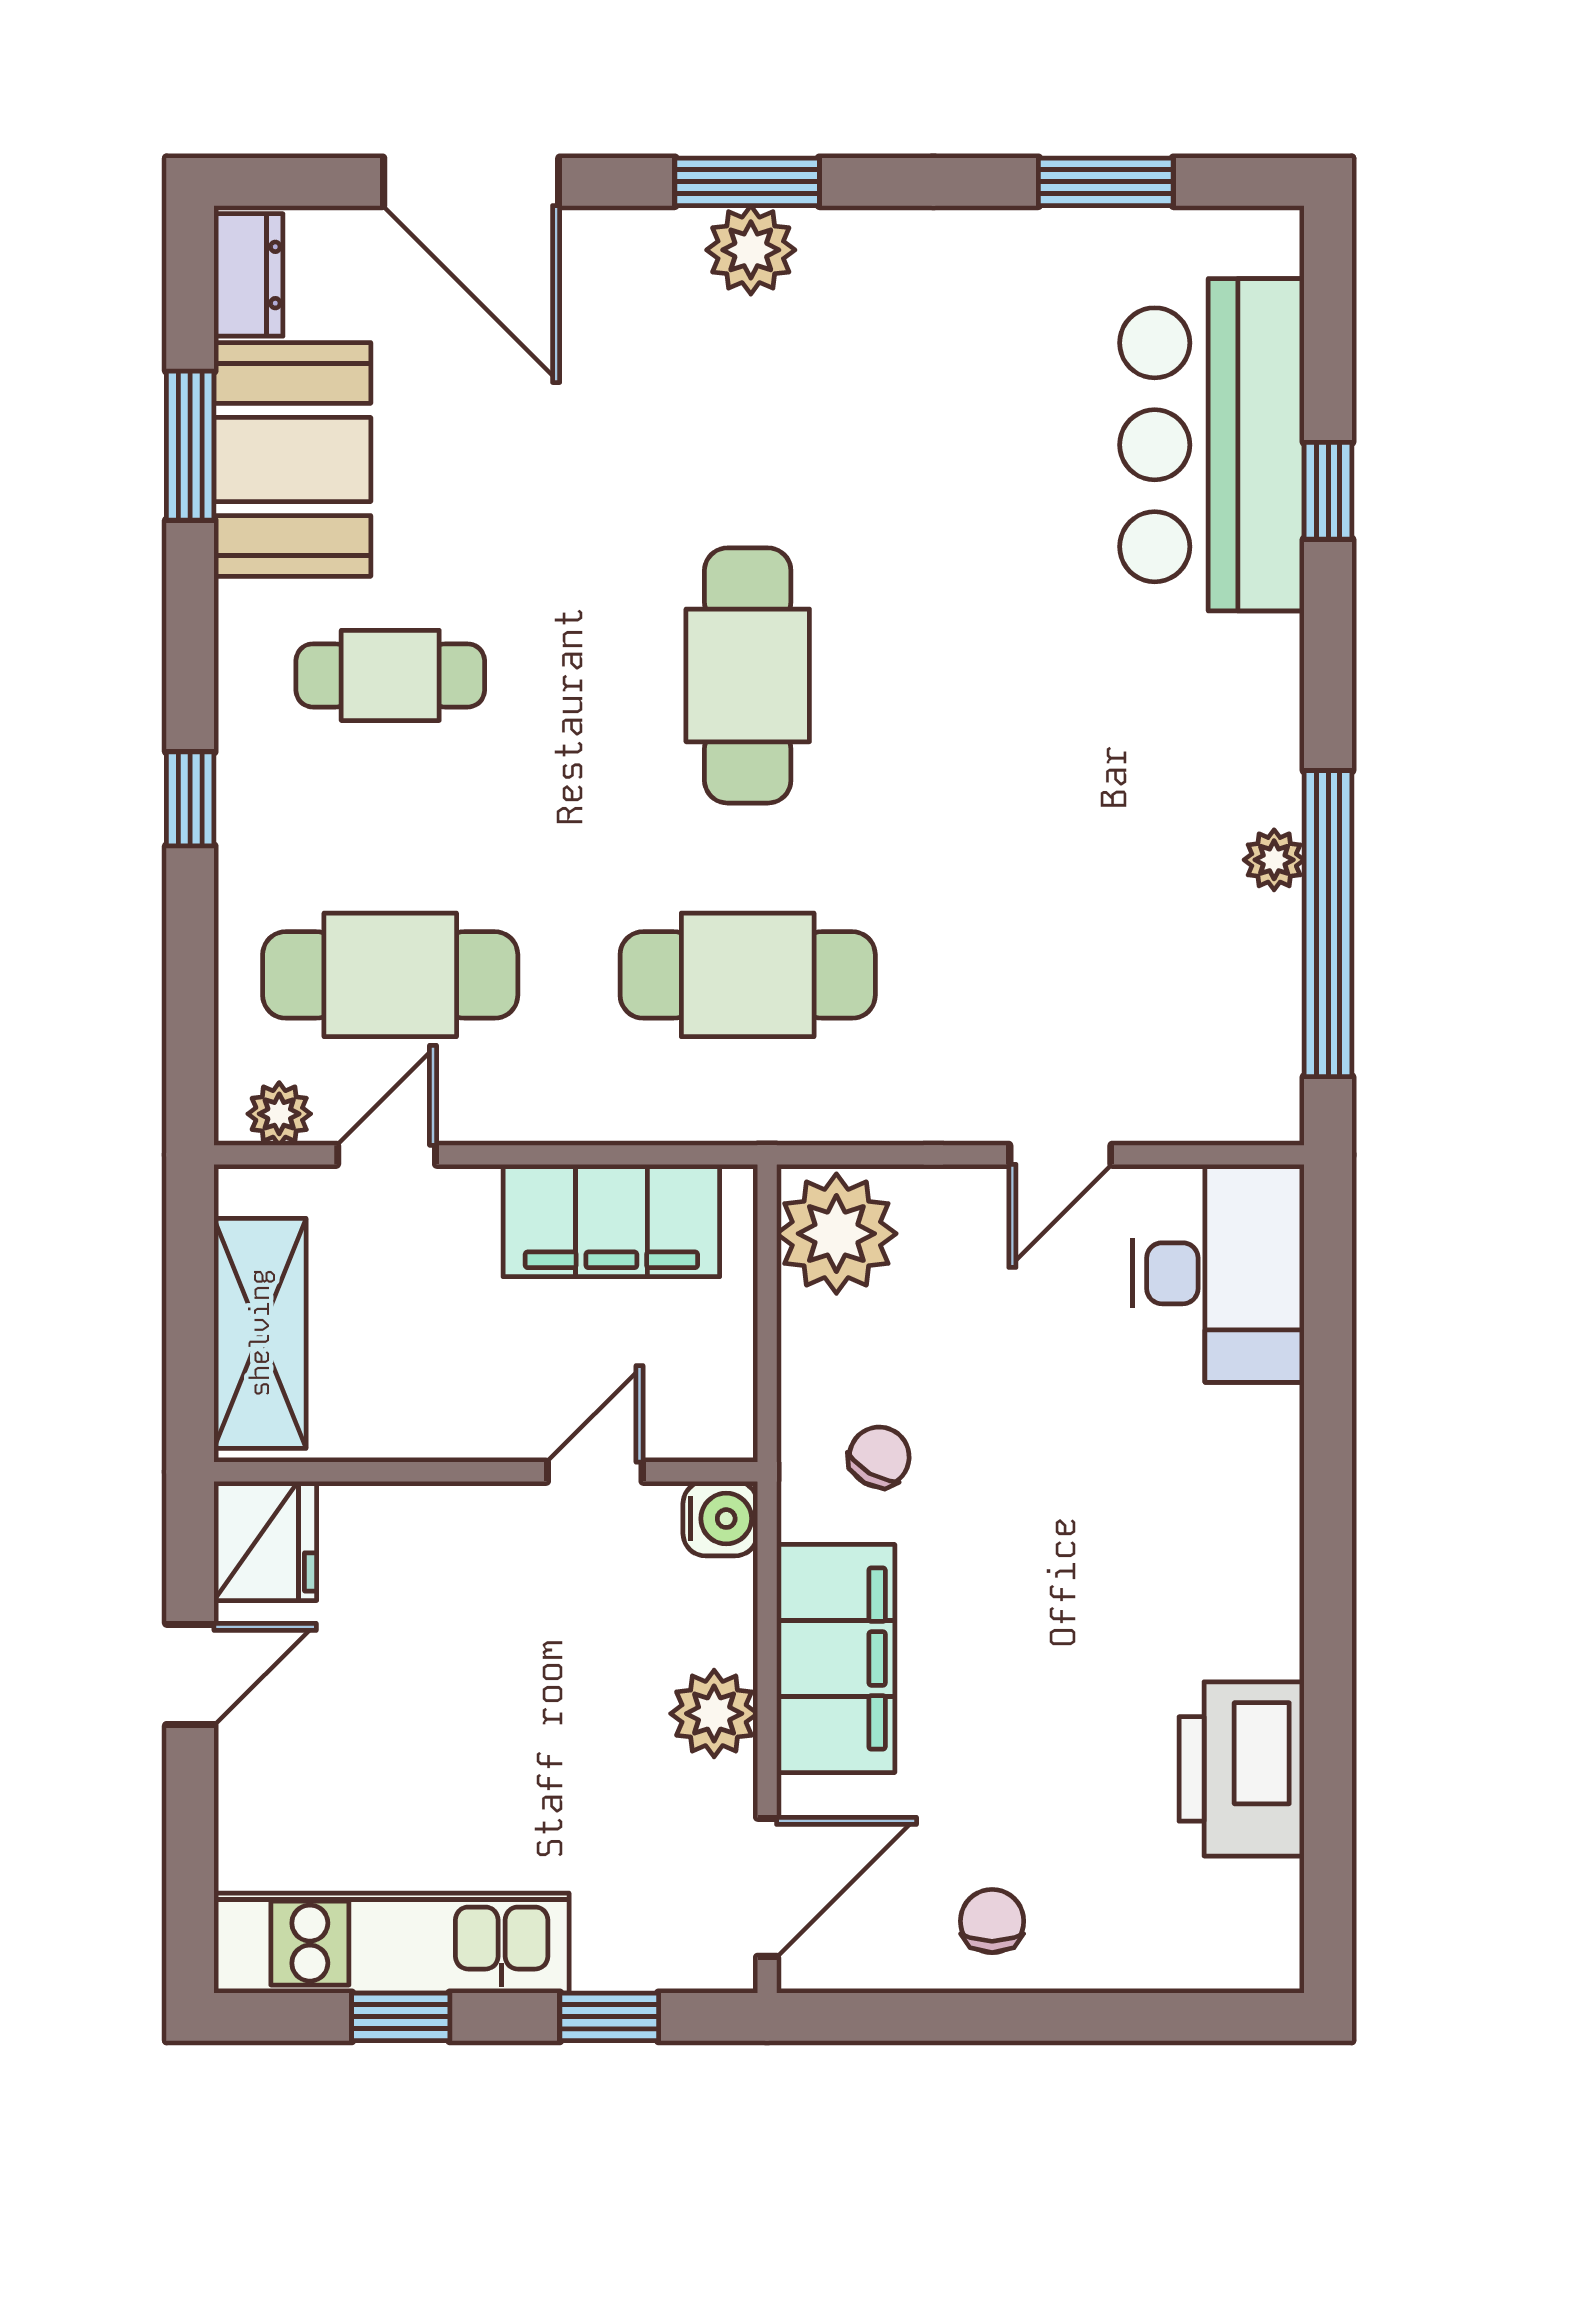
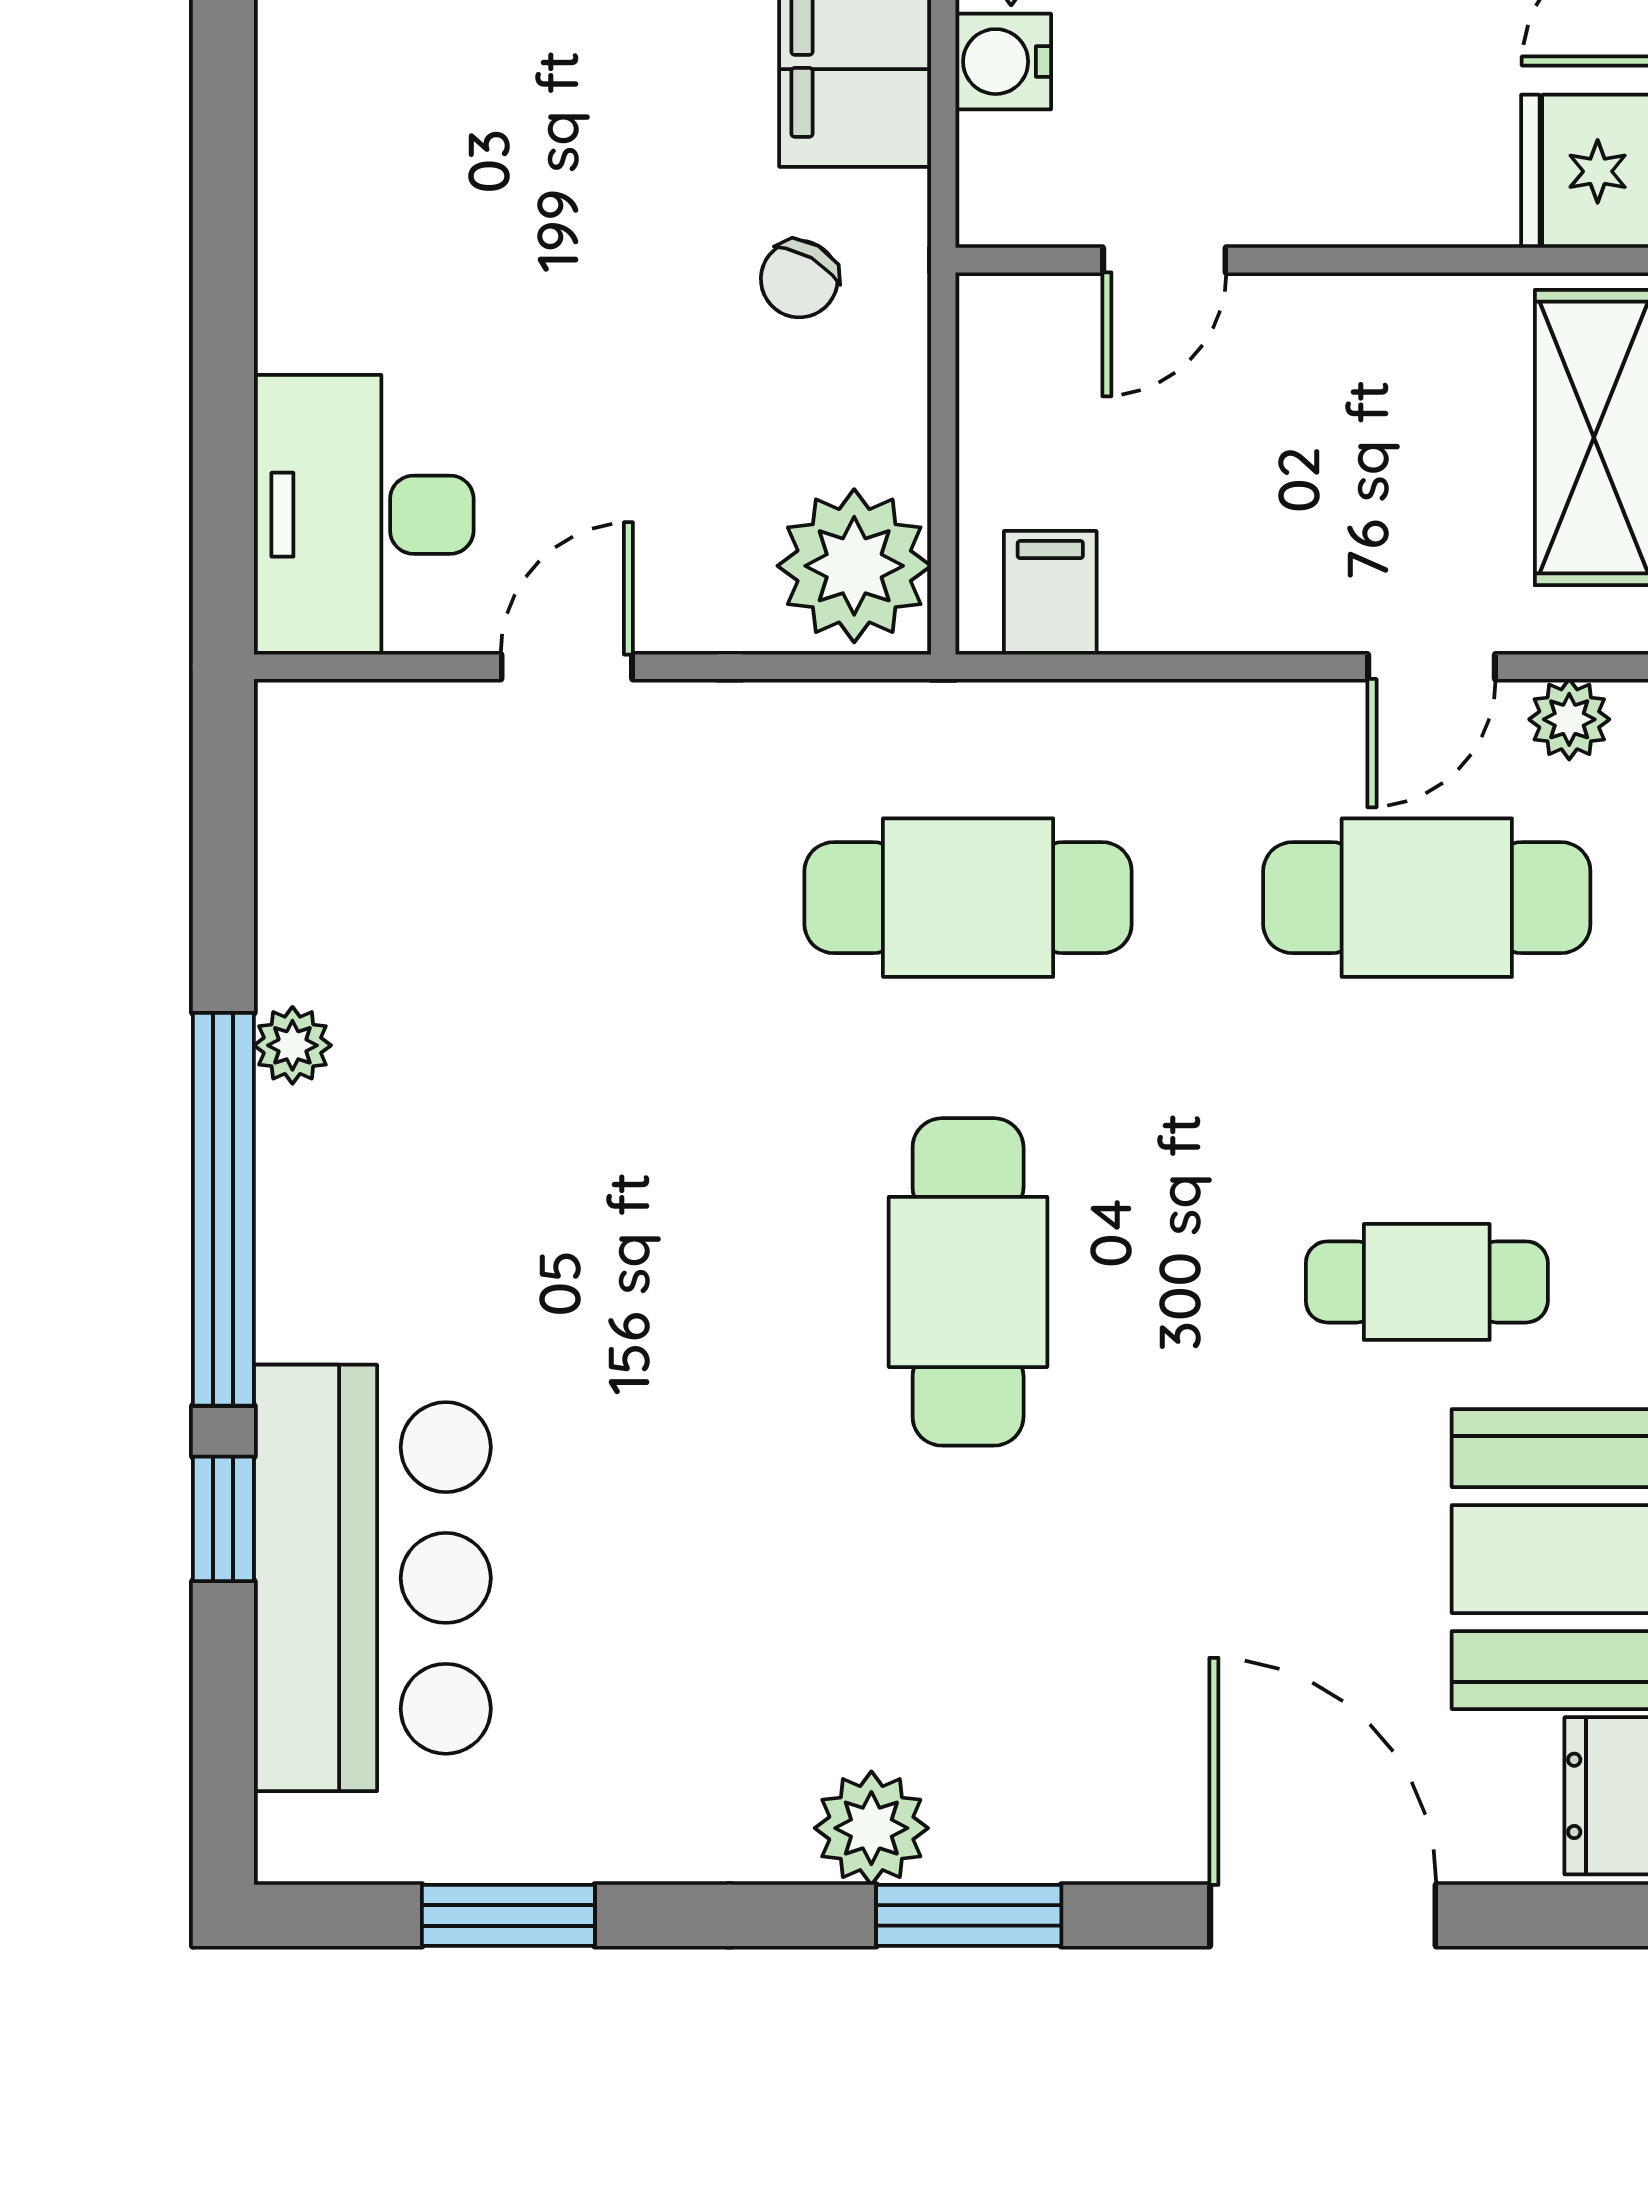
plant: (751, 250) -> (871, 1828), moved
window: (1328, 924) -> (223, 1209), moved
filing cabinet: (611, 1220) -> (1050, 593), width x0.33, depth x0.86
water cooler: (720, 1519) -> (1003, 62), moved

